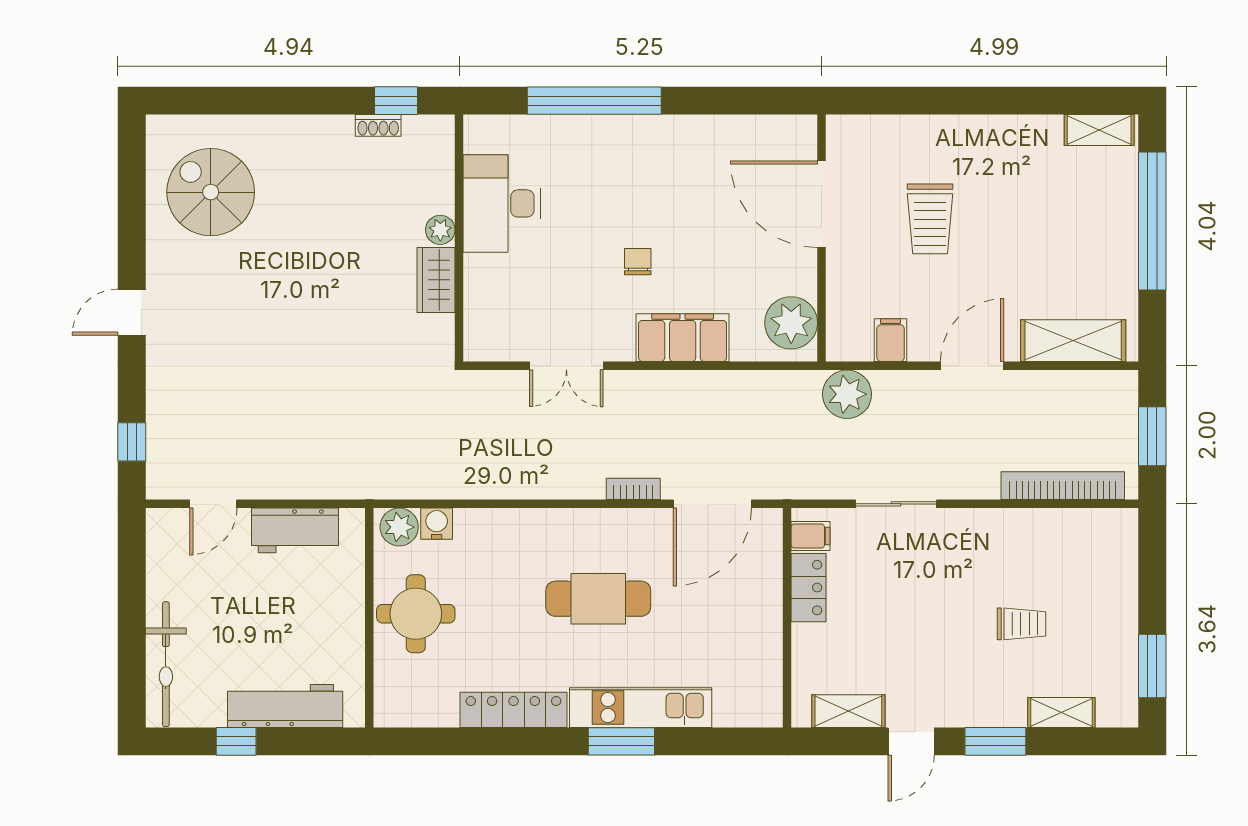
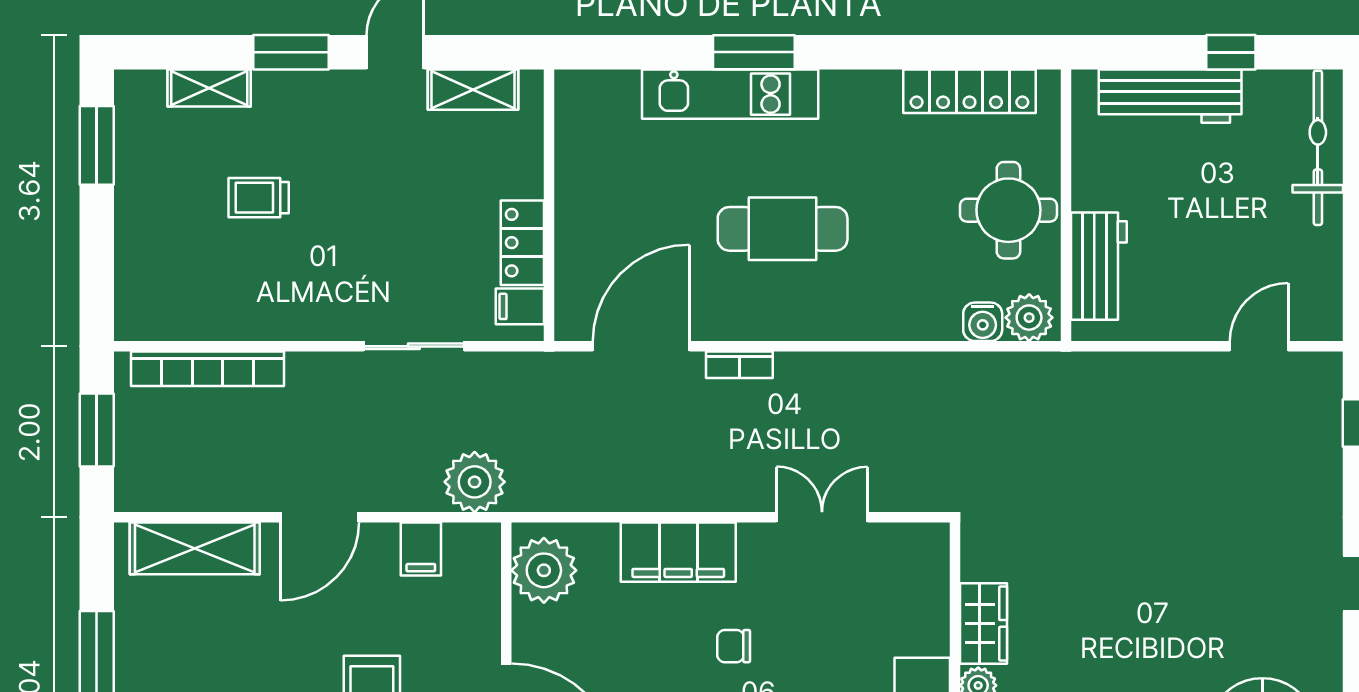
chair: (638, 262) -> (734, 646), turned 90
workbench: (295, 530) -> (1099, 266), moved, turned 90
locker: (513, 710) -> (969, 91), moved

